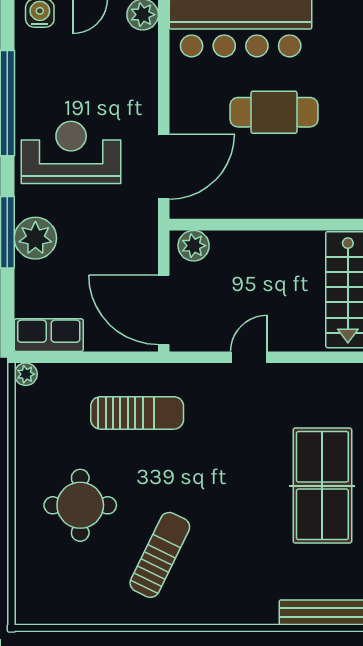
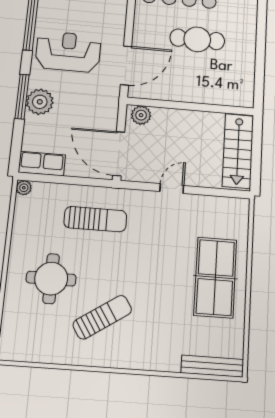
sun lounger: (160, 555) -> (102, 317), turned 31

